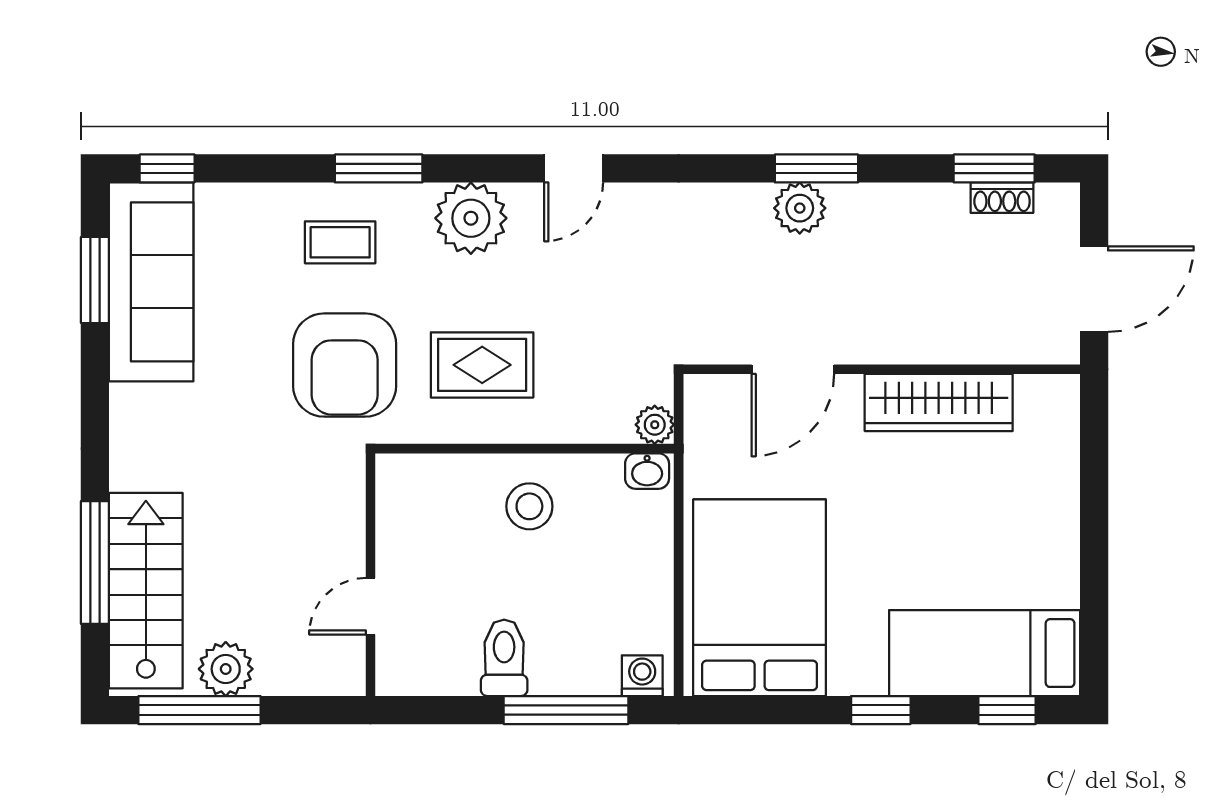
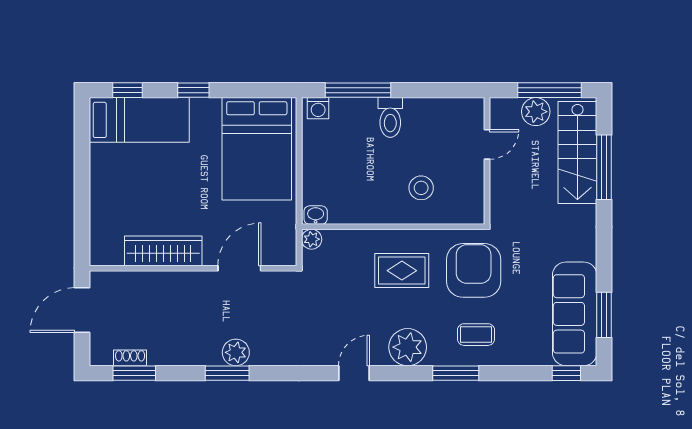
stool: (529, 506) -> (421, 188), moved
wall: (370, 575) -> (487, 161), moved
door: (370, 606) -> (487, 144), moved

